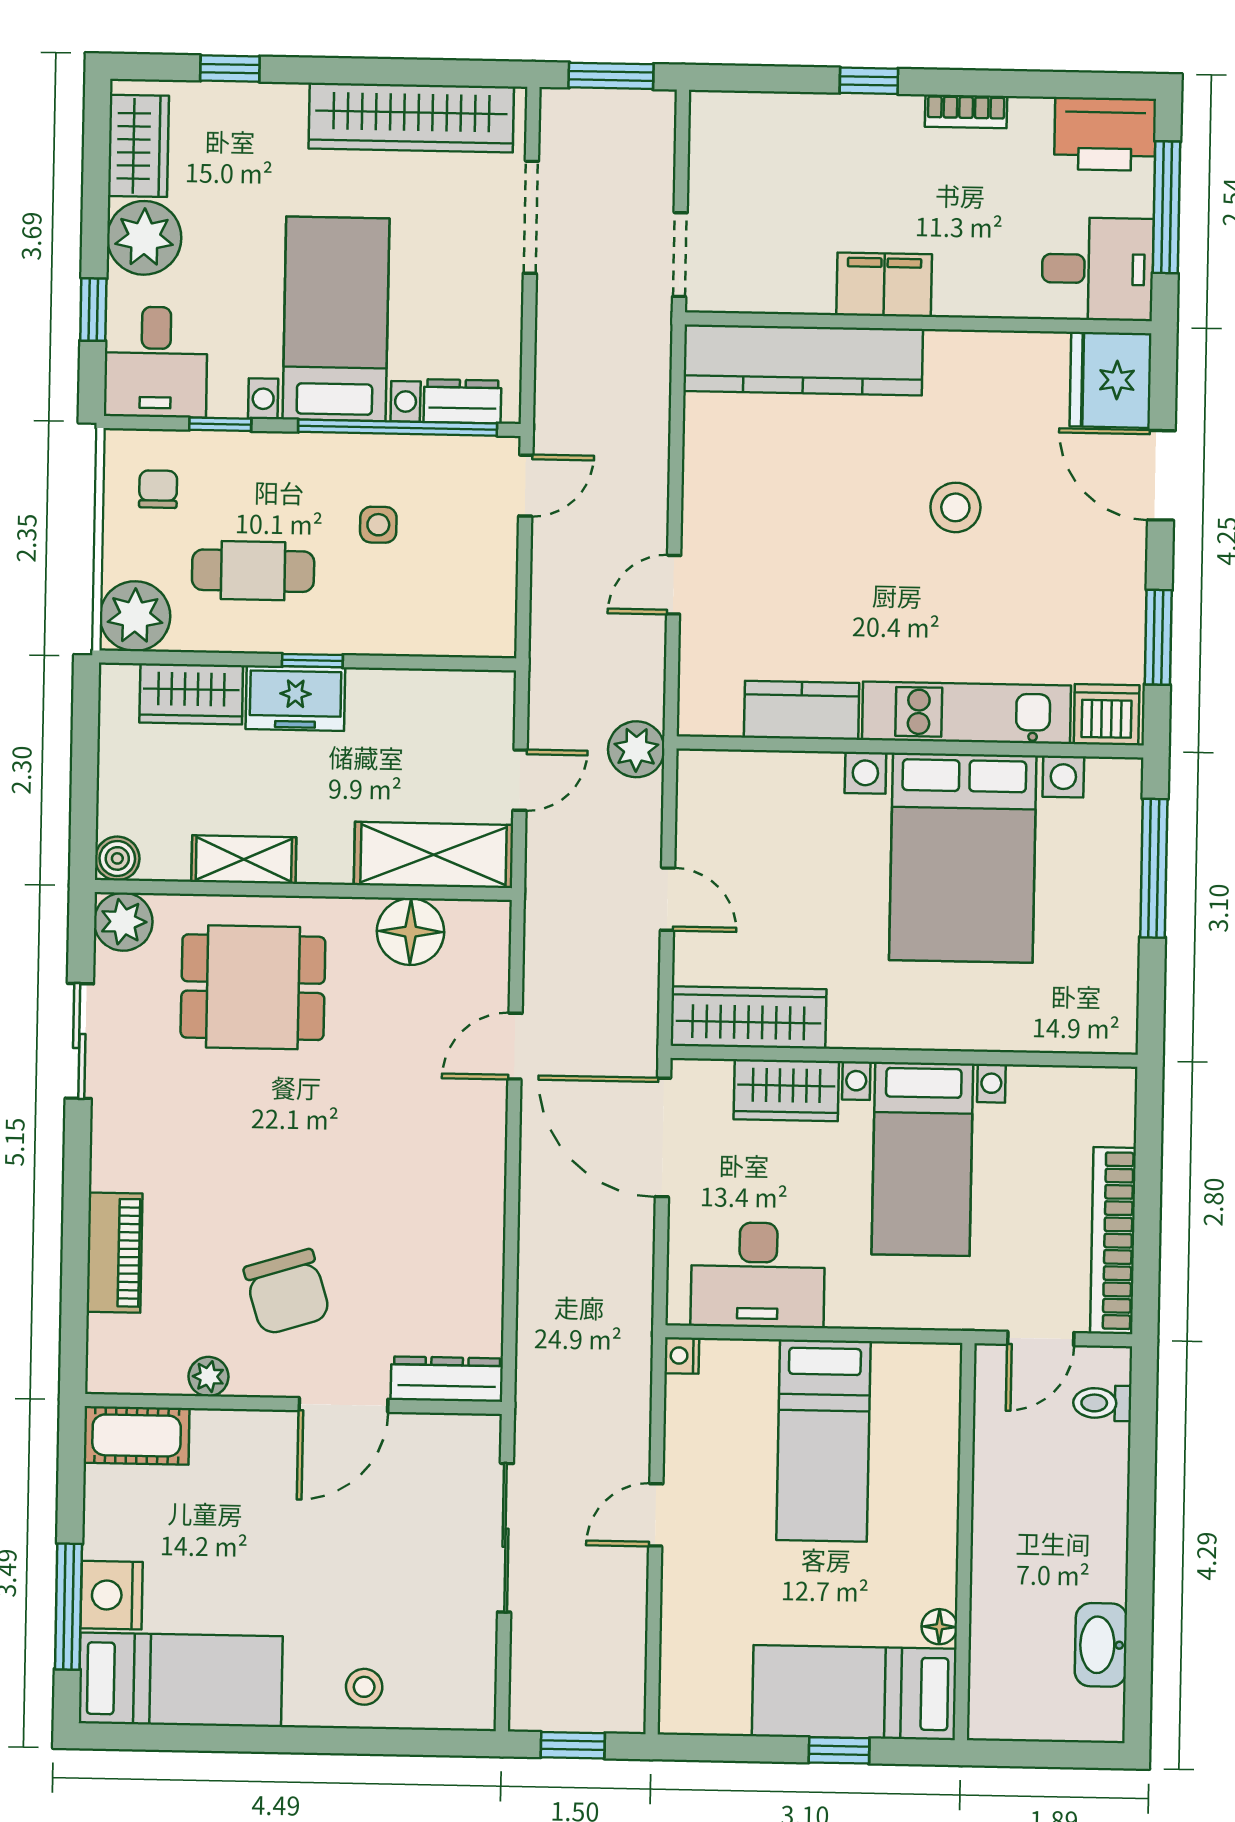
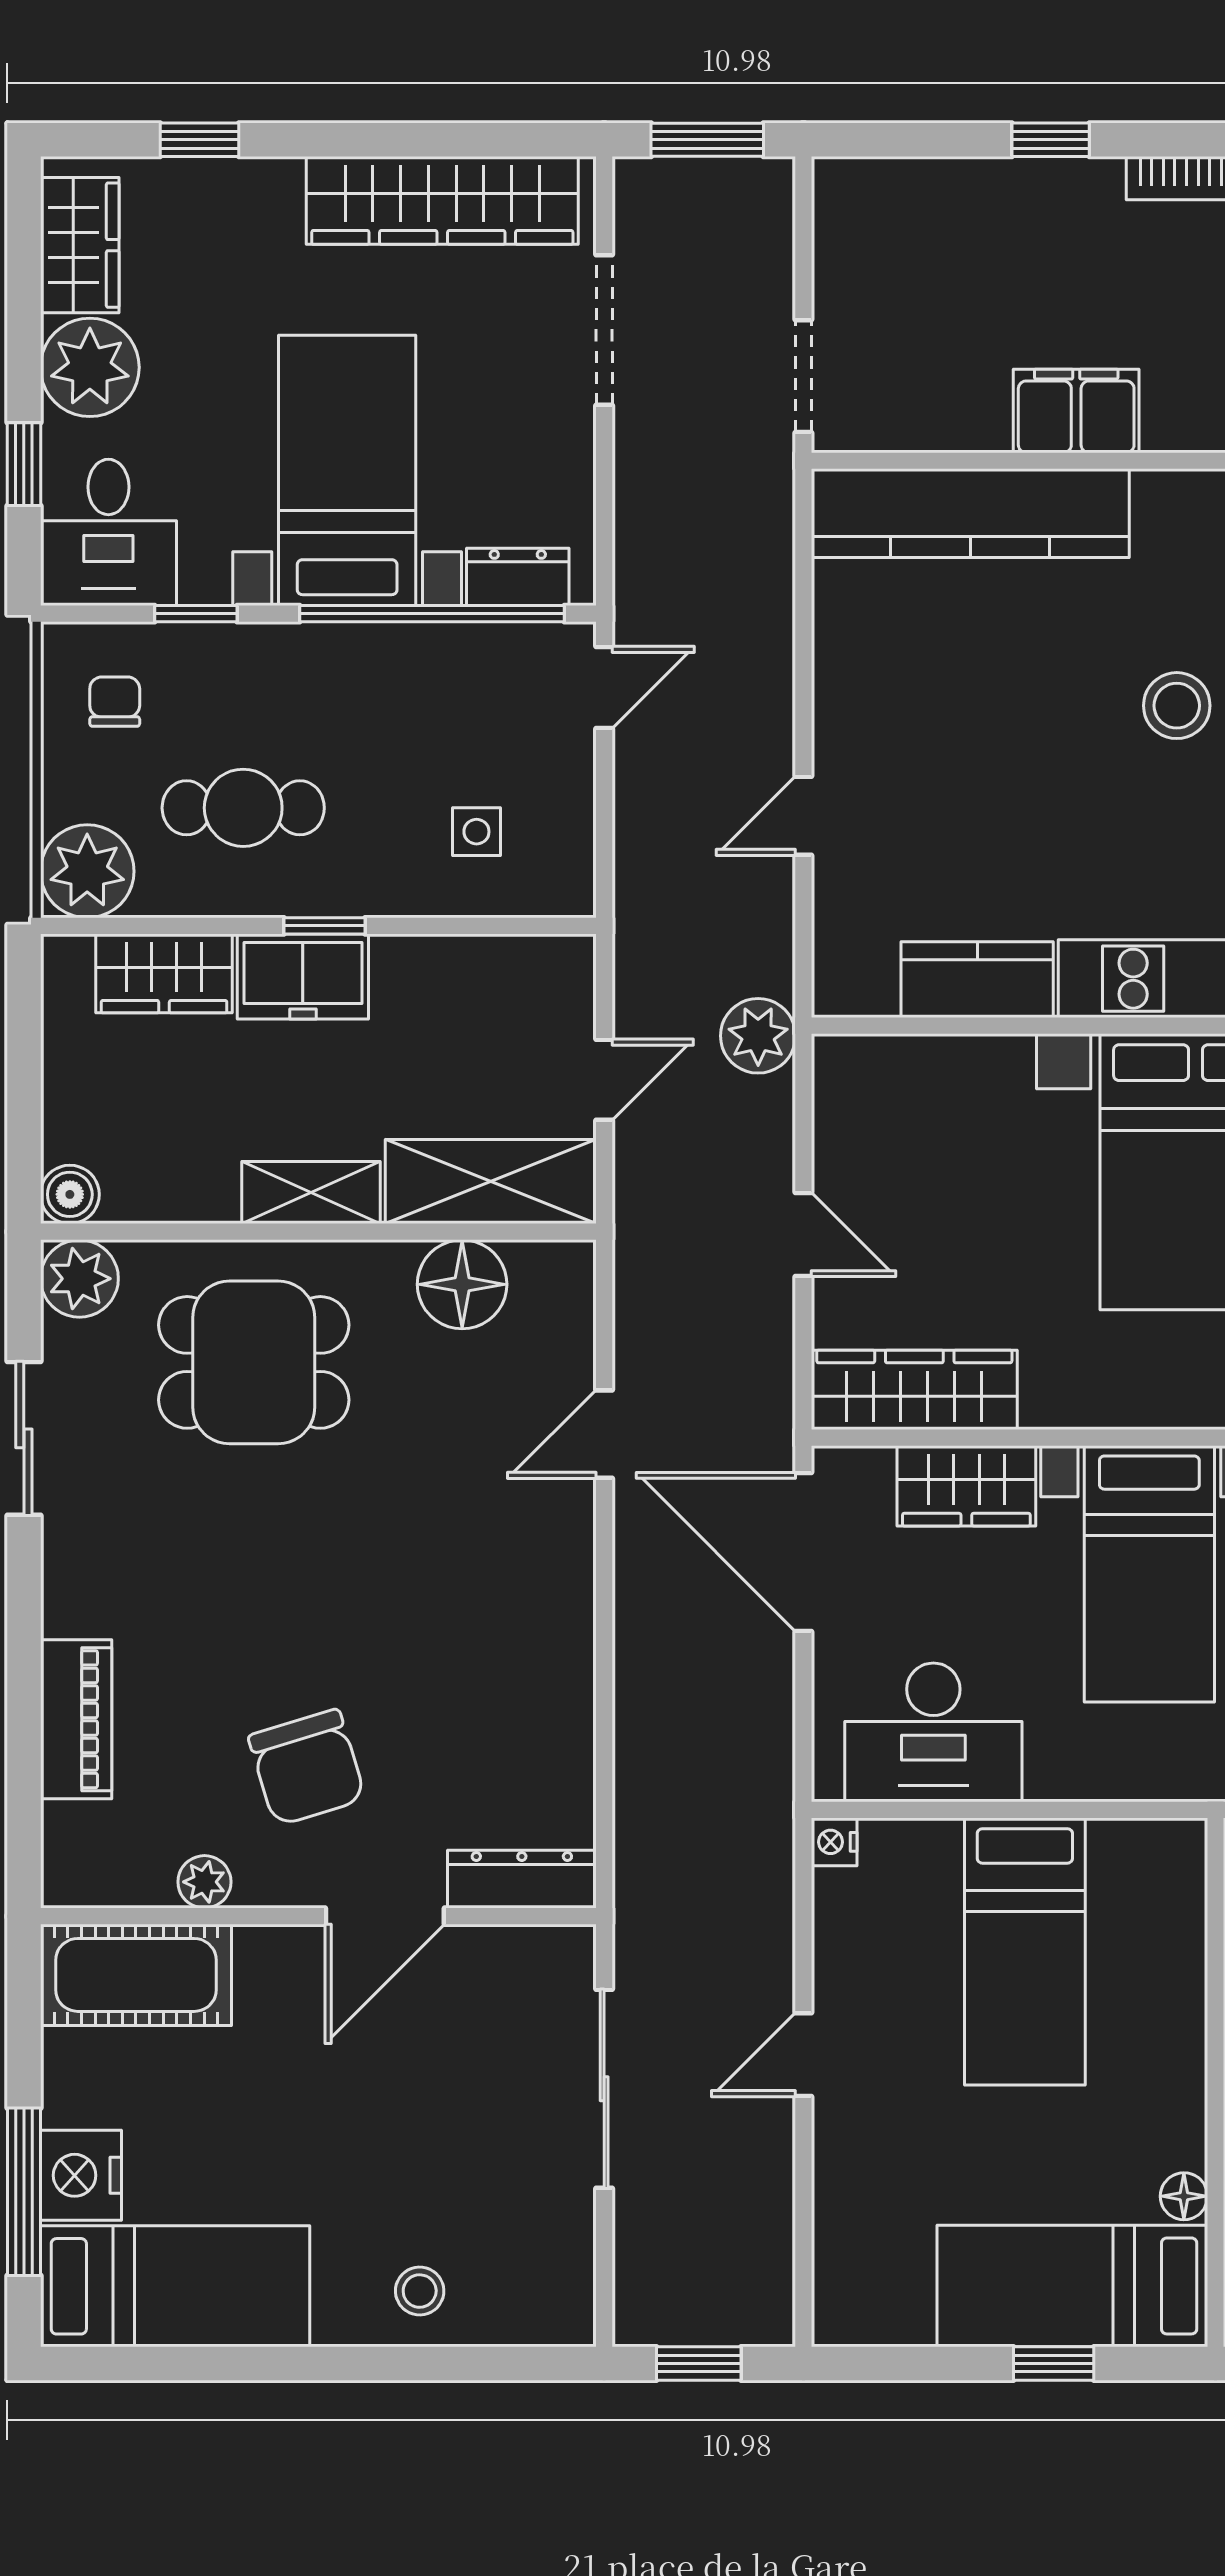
side table: (378, 525) -> (476, 832), moved
shelving: (244, 859) -> (311, 1193), moved
cot: (137, 1435) -> (136, 1975), width x1.37, depth x1.34

